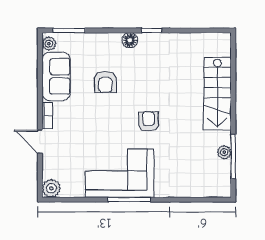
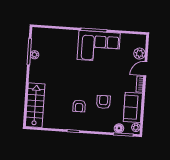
floor lamp: (130, 40) -> (119, 128), moved
stairs: (217, 94) -> (35, 105), moved
armchair: (148, 121) -> (79, 106), moved
door: (40, 142) -> (145, 69), swing flipped
plant: (51, 188) -> (140, 54), moved

